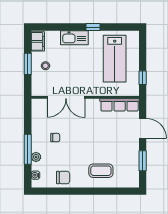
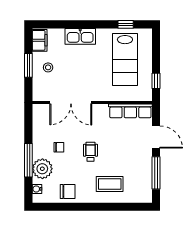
window: (93, 27) -> (126, 24), moved
wheelchair: (84, 142) -> (90, 152), added
plant: (36, 157) -> (42, 169), width x1.88, depth x1.88
window: (143, 161) -> (156, 173), width x1.44

